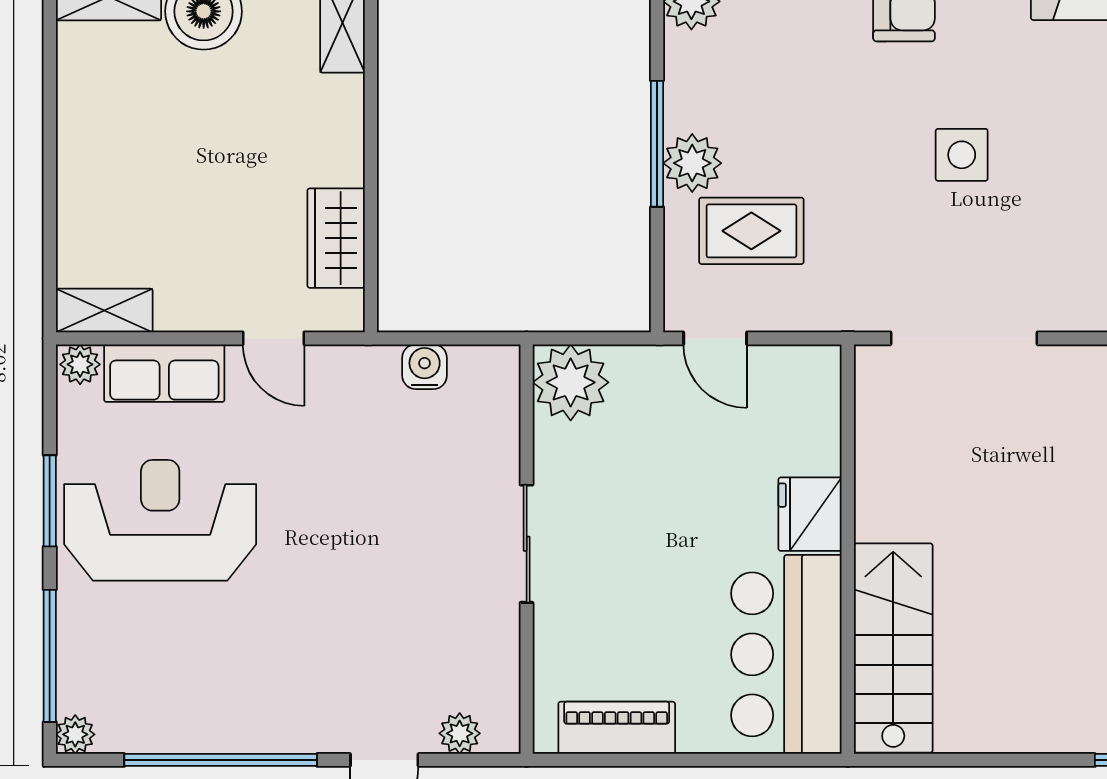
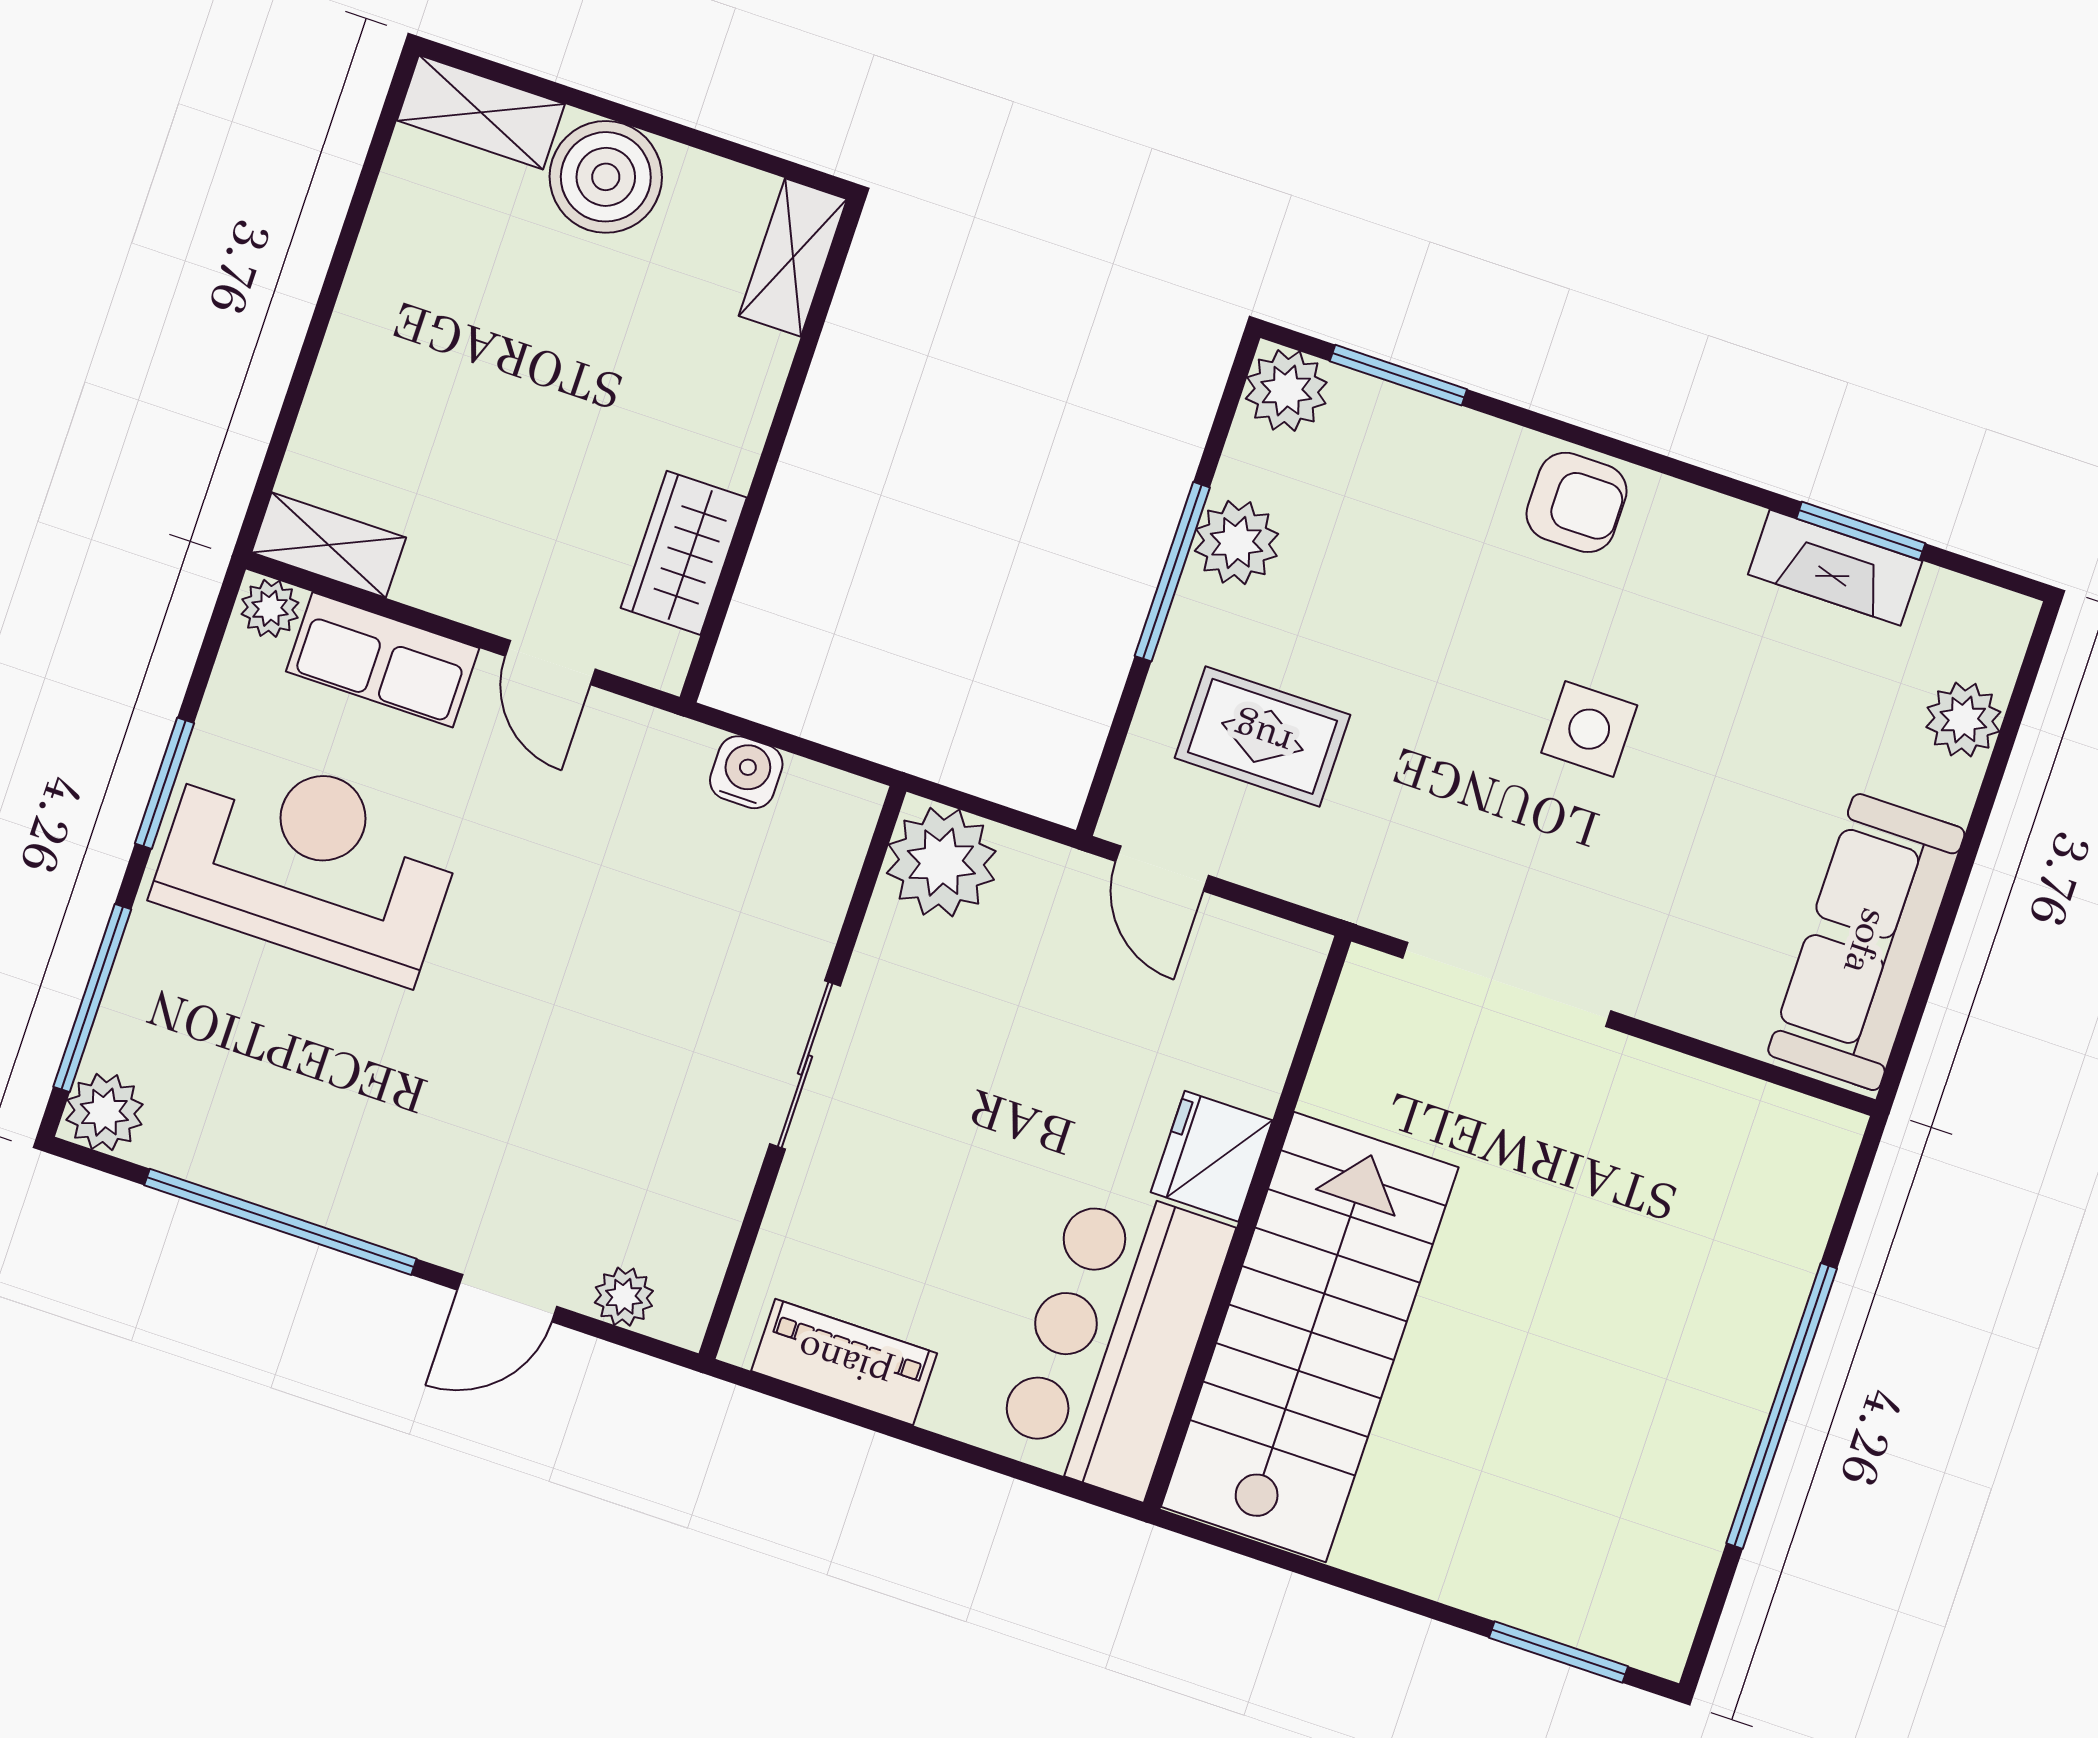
plant: (692, 163) -> (1236, 542), moved
stairs: (893, 648) -> (1310, 1337), width x1.36, depth x1.51
plant: (75, 734) -> (104, 1112), width x1.38, depth x1.38

